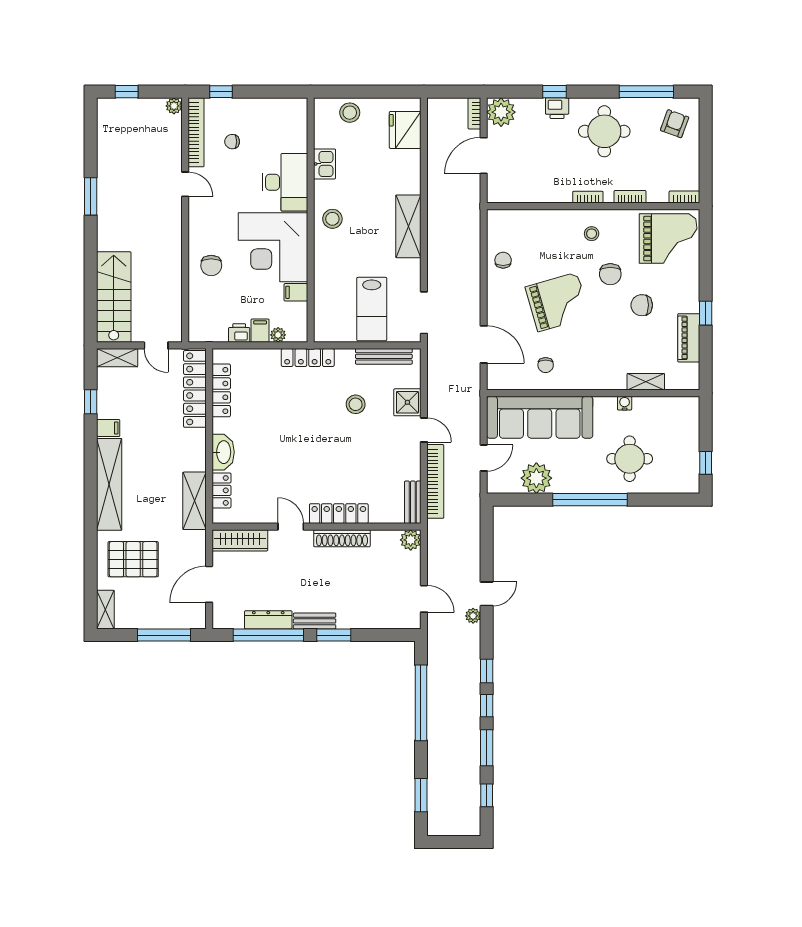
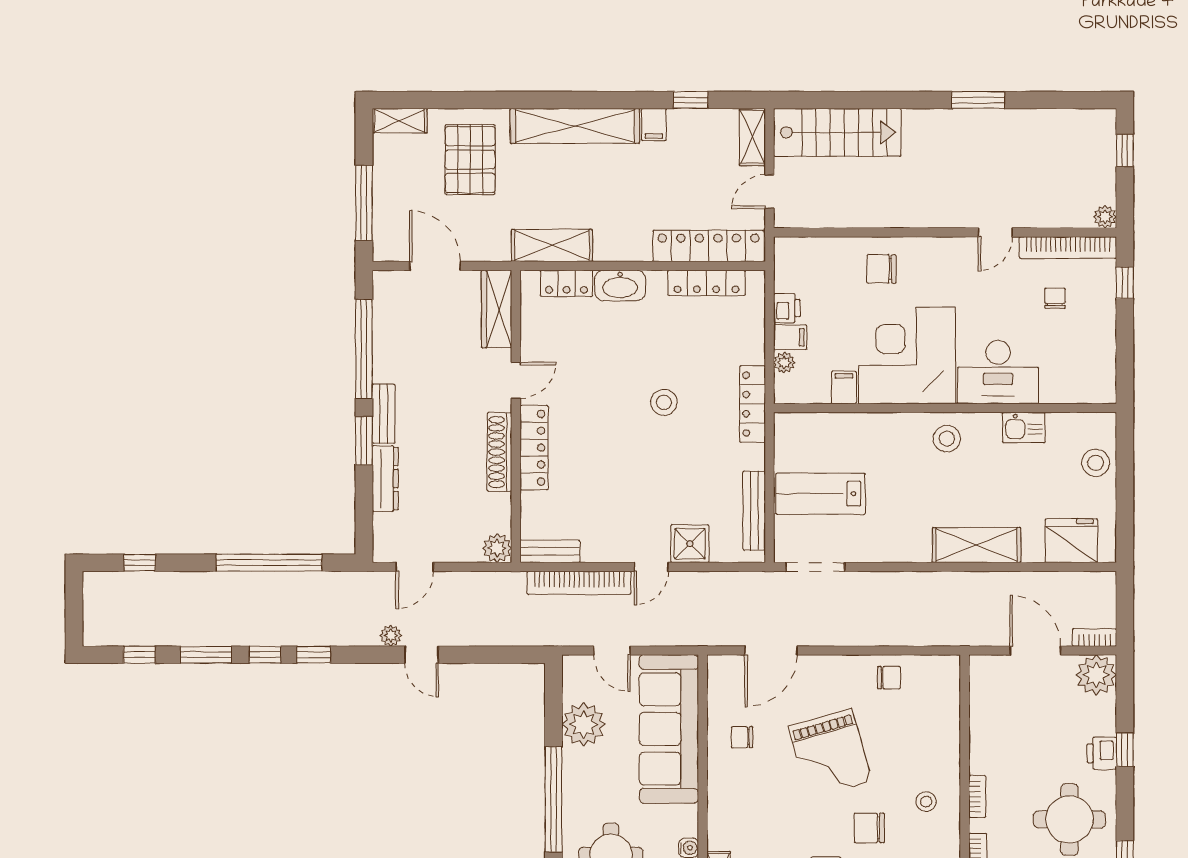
shelving: (408, 226) -> (976, 545), moved
stool: (356, 404) -> (664, 402), moved
dresser: (268, 620) -> (385, 479), moved
window: (421, 795) -> (140, 563), width x0.67

